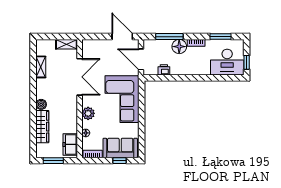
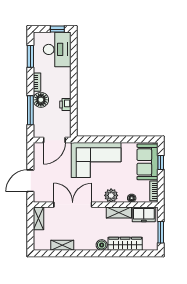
door: (122, 37) -> (30, 181), moved
printer: (164, 70) -> (65, 104), moved
shelving: (72, 121) -> (119, 213), added

